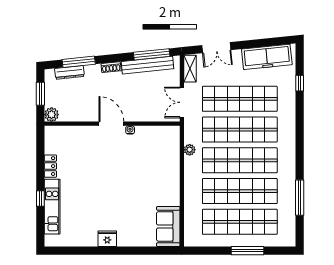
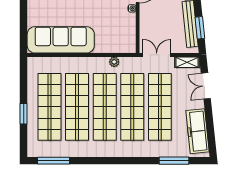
window: (152, 54) -> (200, 28), width x0.69
window: (300, 83) -> (174, 161), width x2.17
window: (300, 198) -> (54, 161), moved
sofa: (168, 226) -> (61, 40), width x1.85, depth x1.27
window: (247, 251) -> (24, 114), width x0.69

